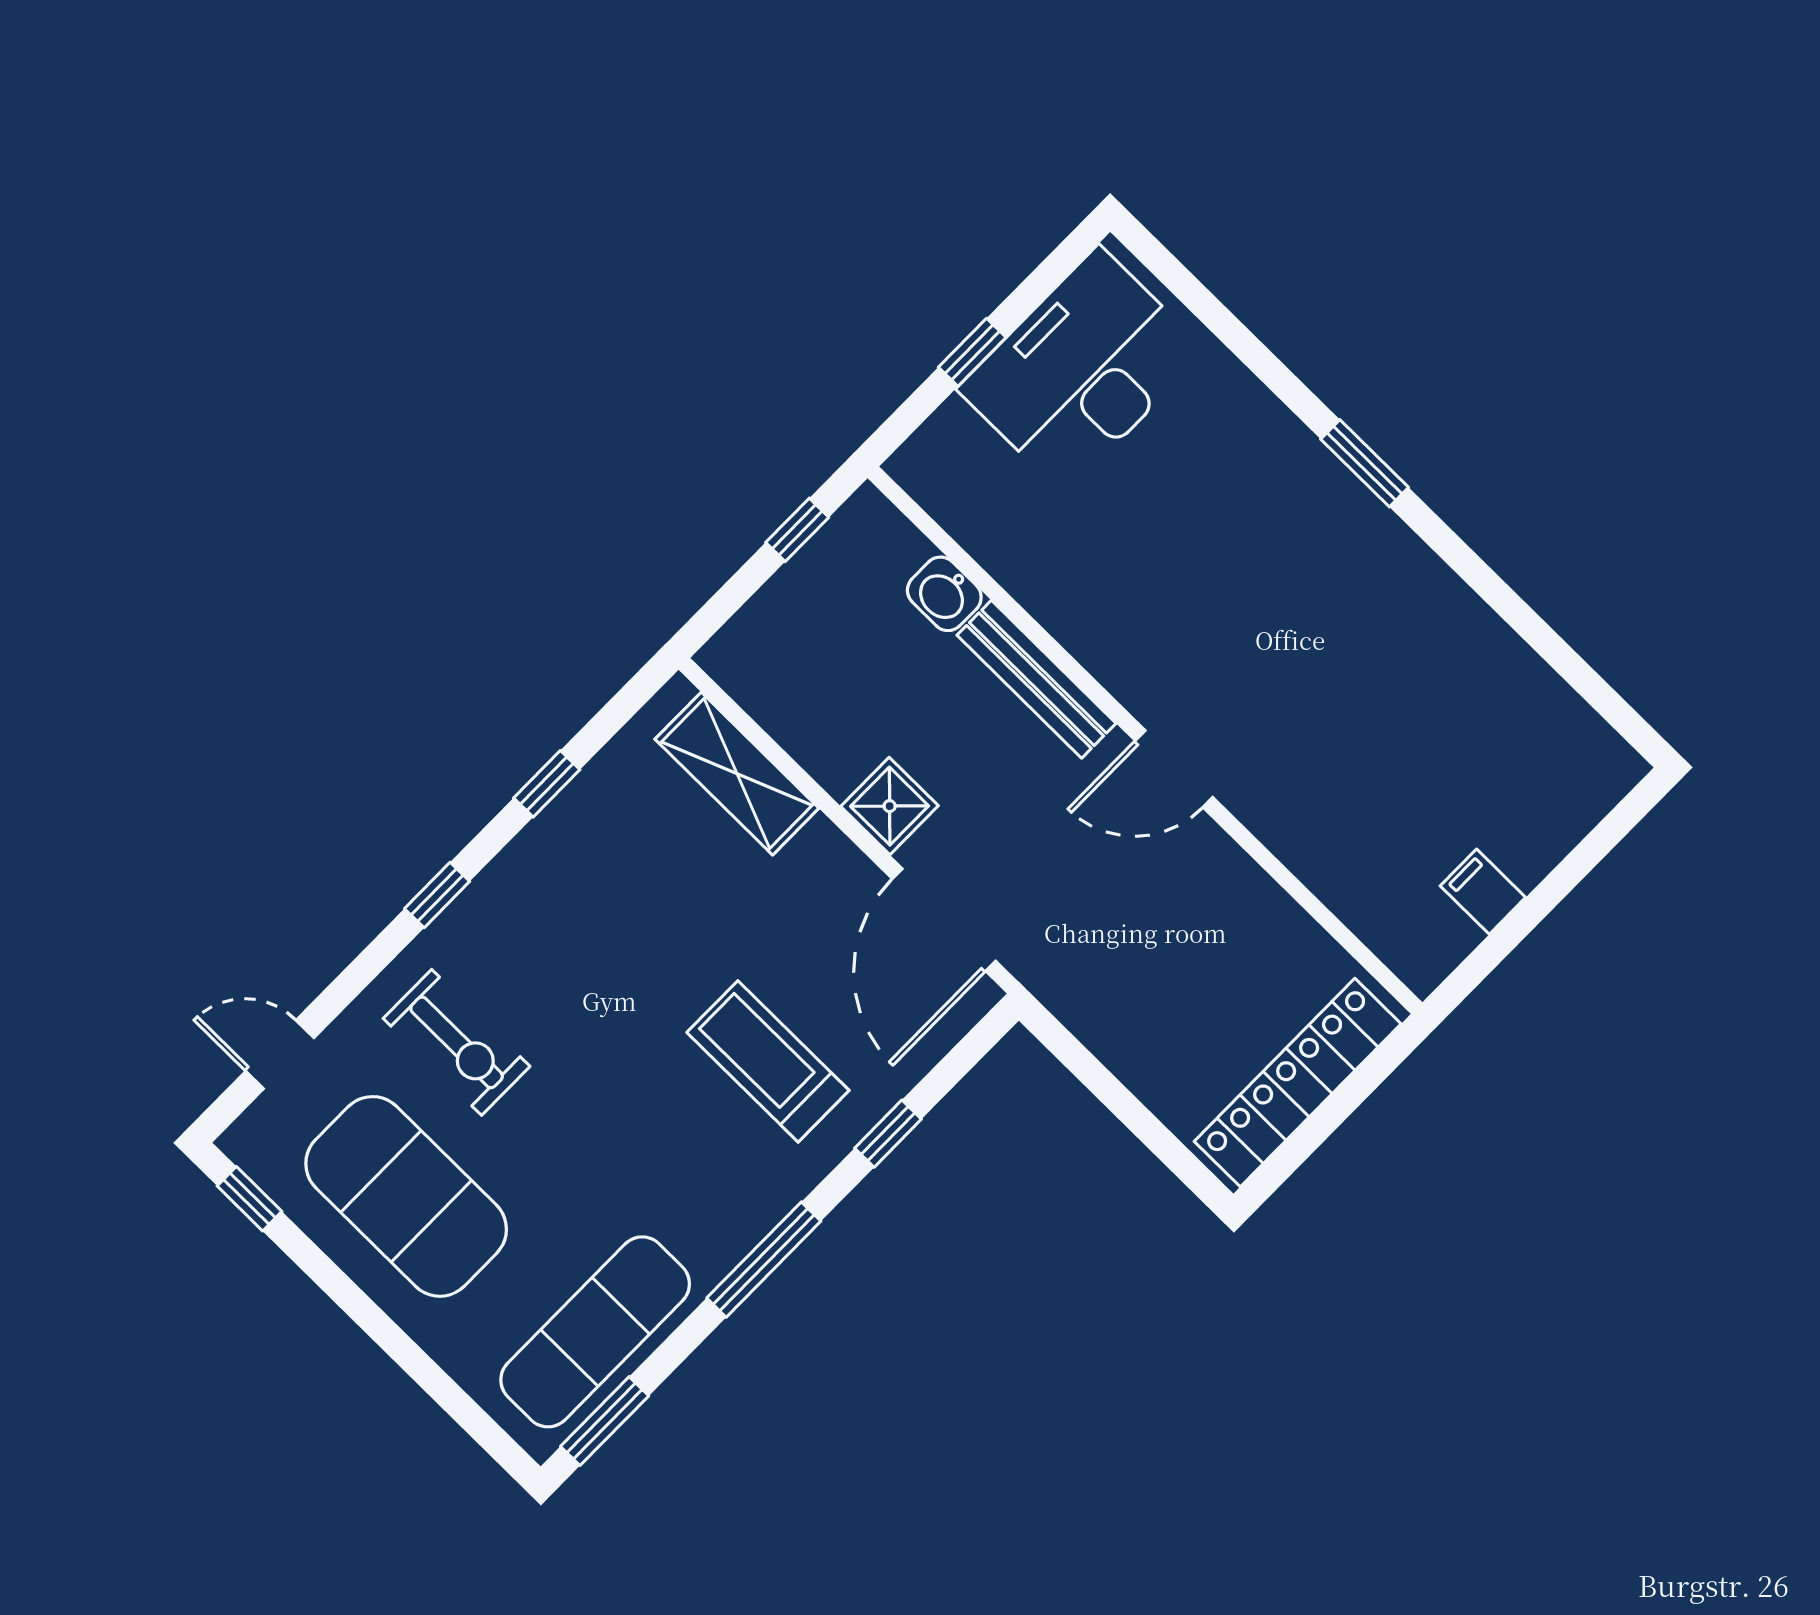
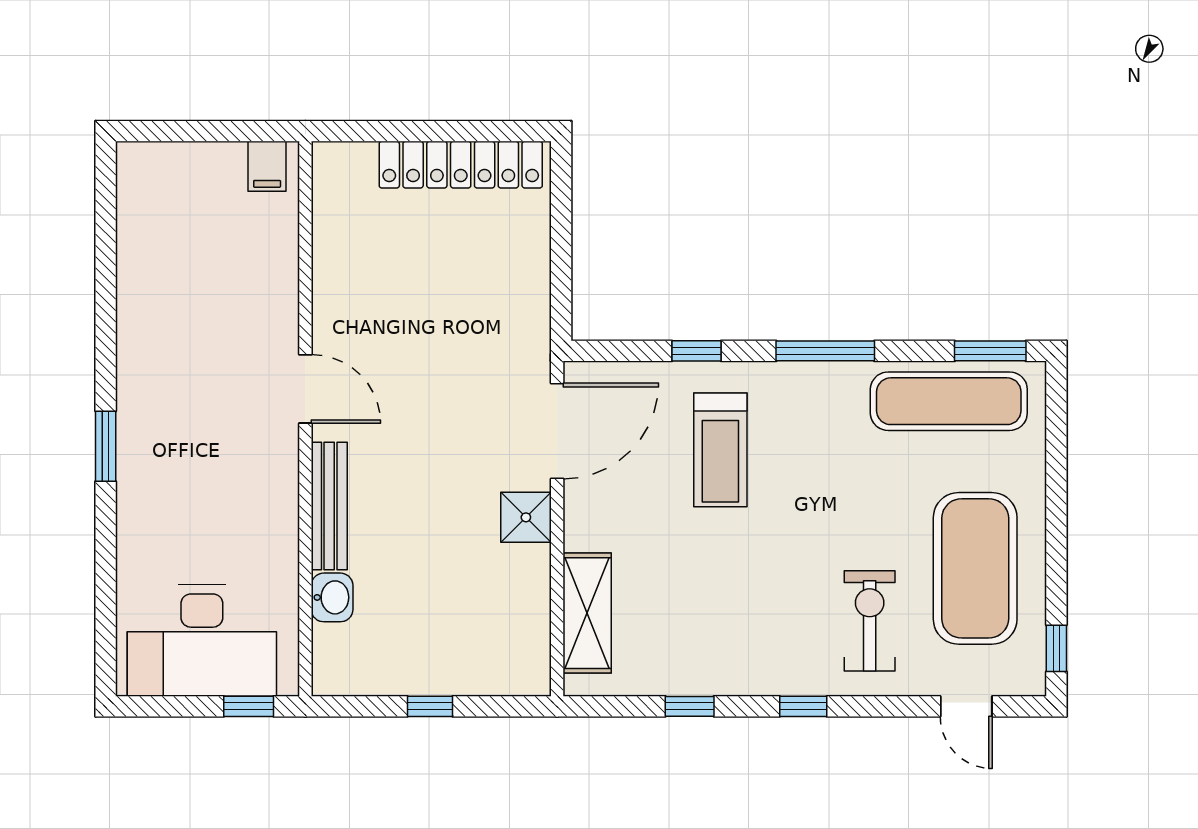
washbasin: (944, 594) -> (332, 597), moved
bench: (1036, 679) -> (329, 506), moved
wall: (1145, 740) -> (305, 419), moved
door: (1174, 769) -> (305, 389), moved

